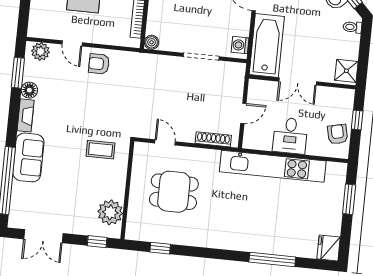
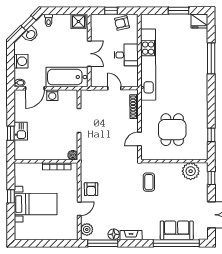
washing machine: (240, 45) -> (52, 95), moved
window: (18, 73) -> (103, 243), width x1.44
sofa: (28, 157) -> (177, 230), moved
window: (349, 199) -> (178, 11), moved

